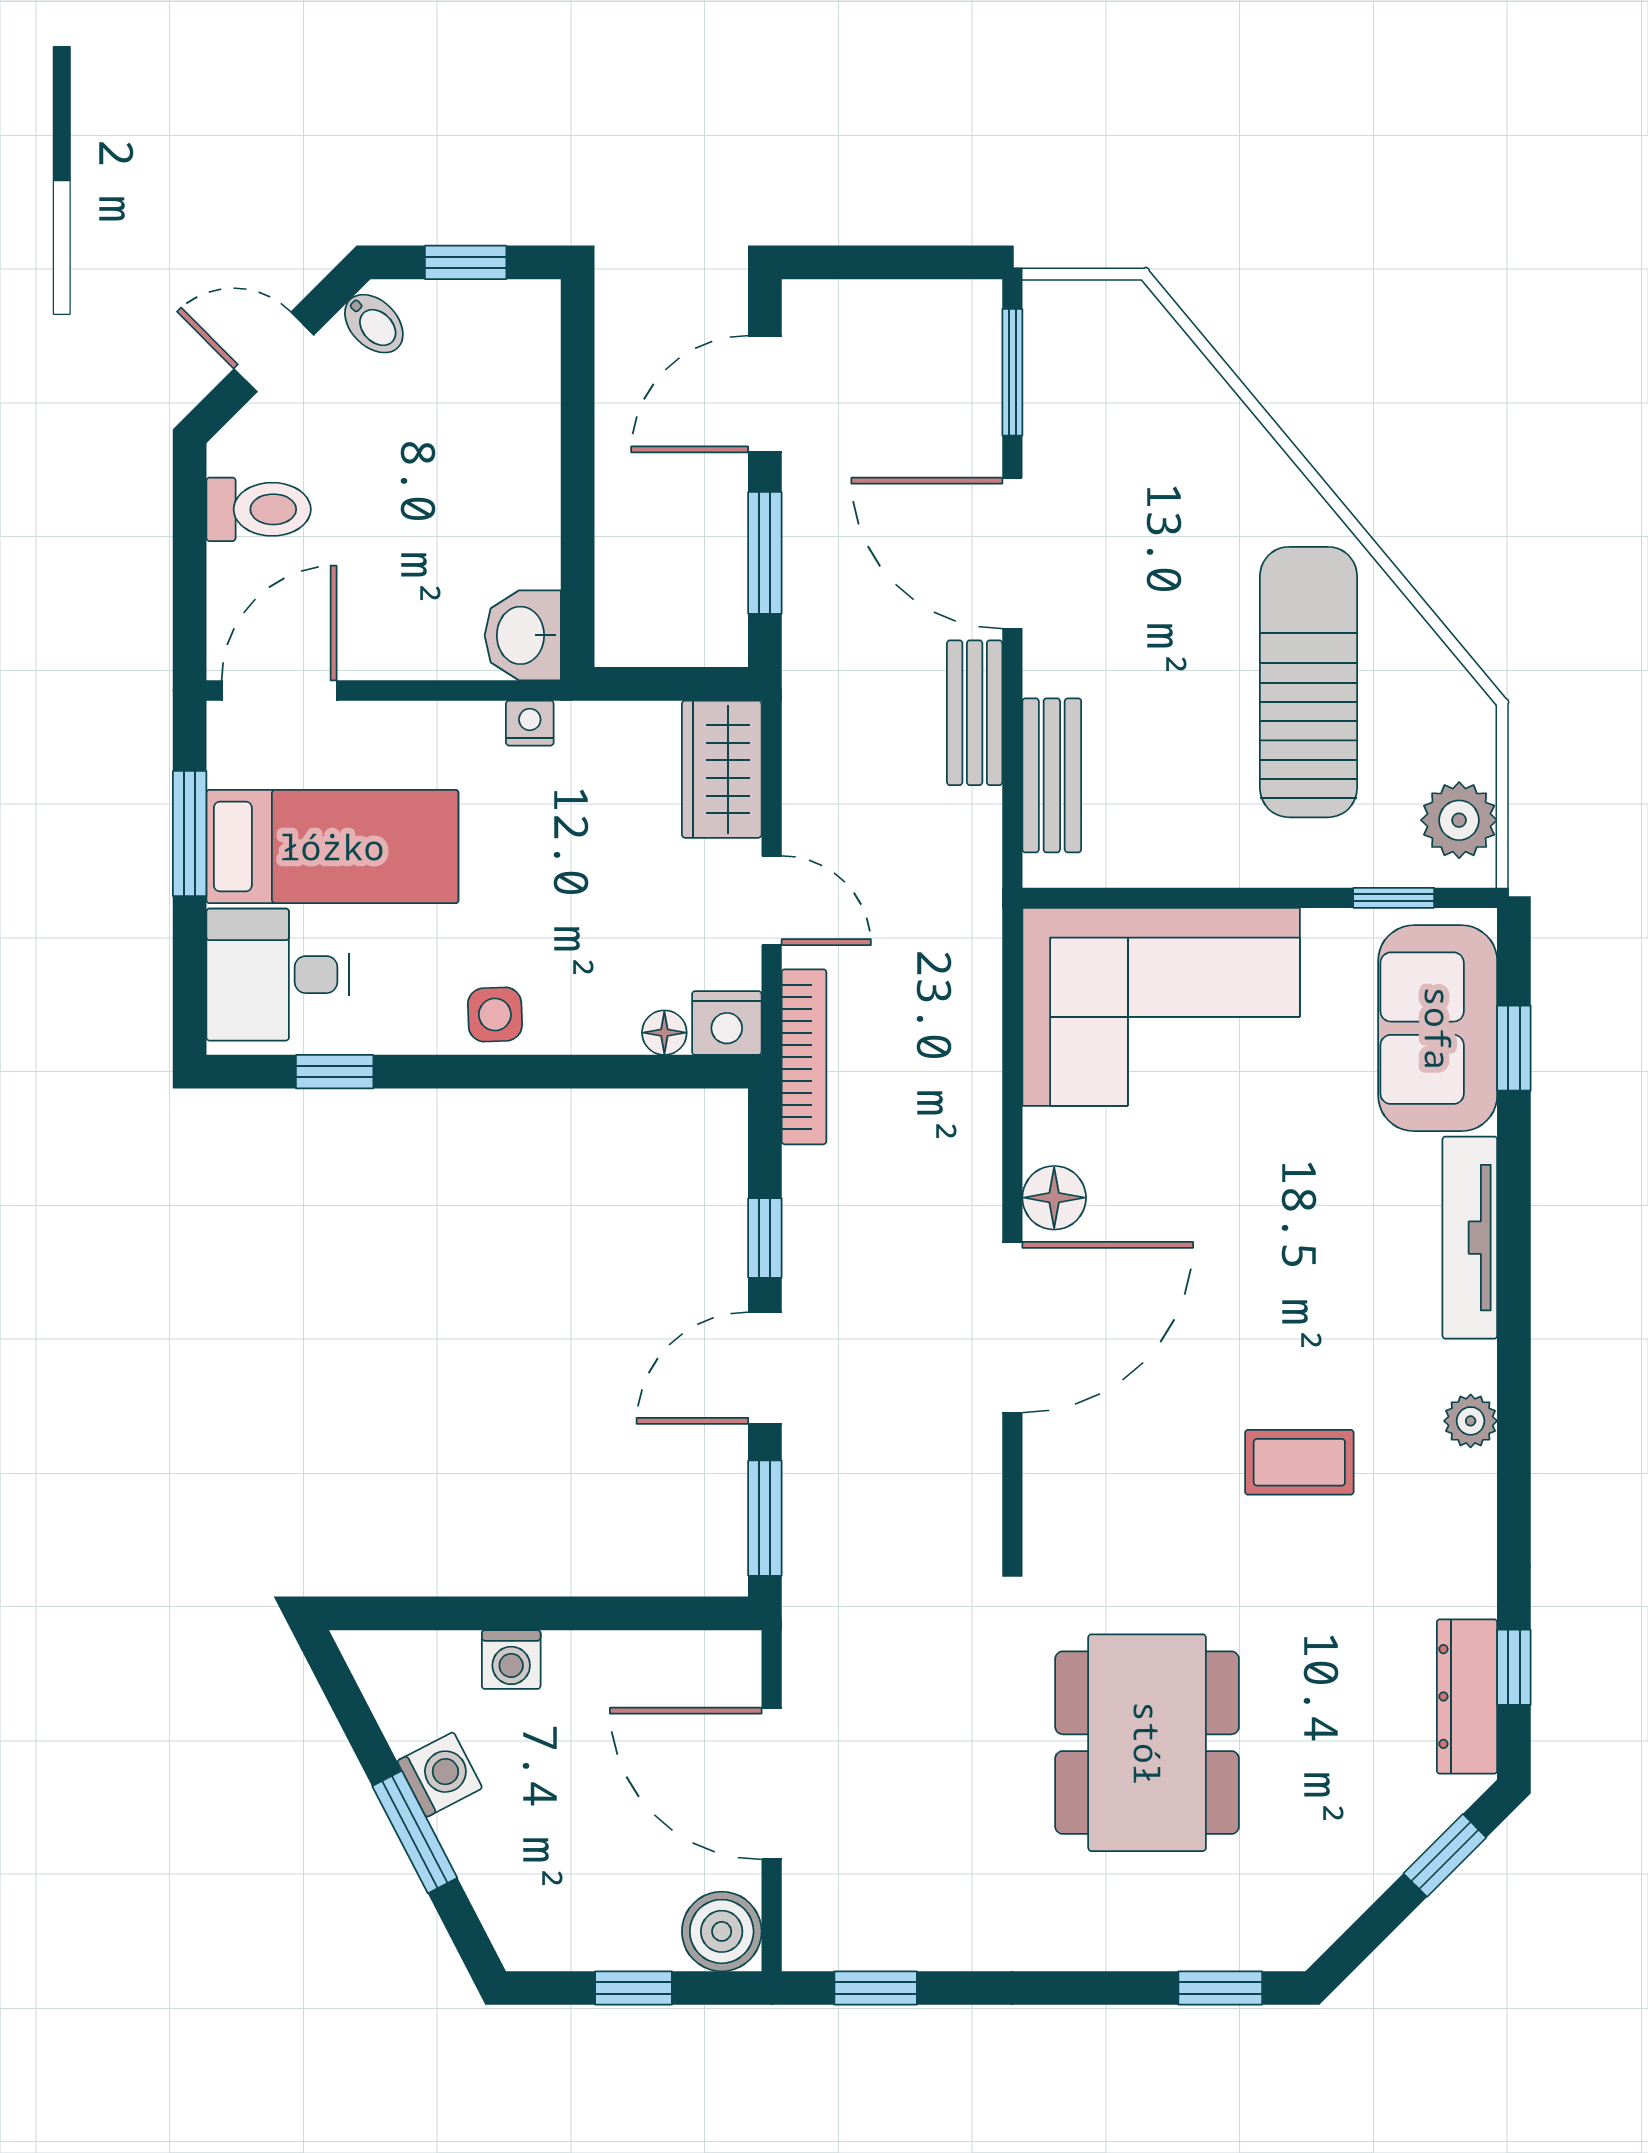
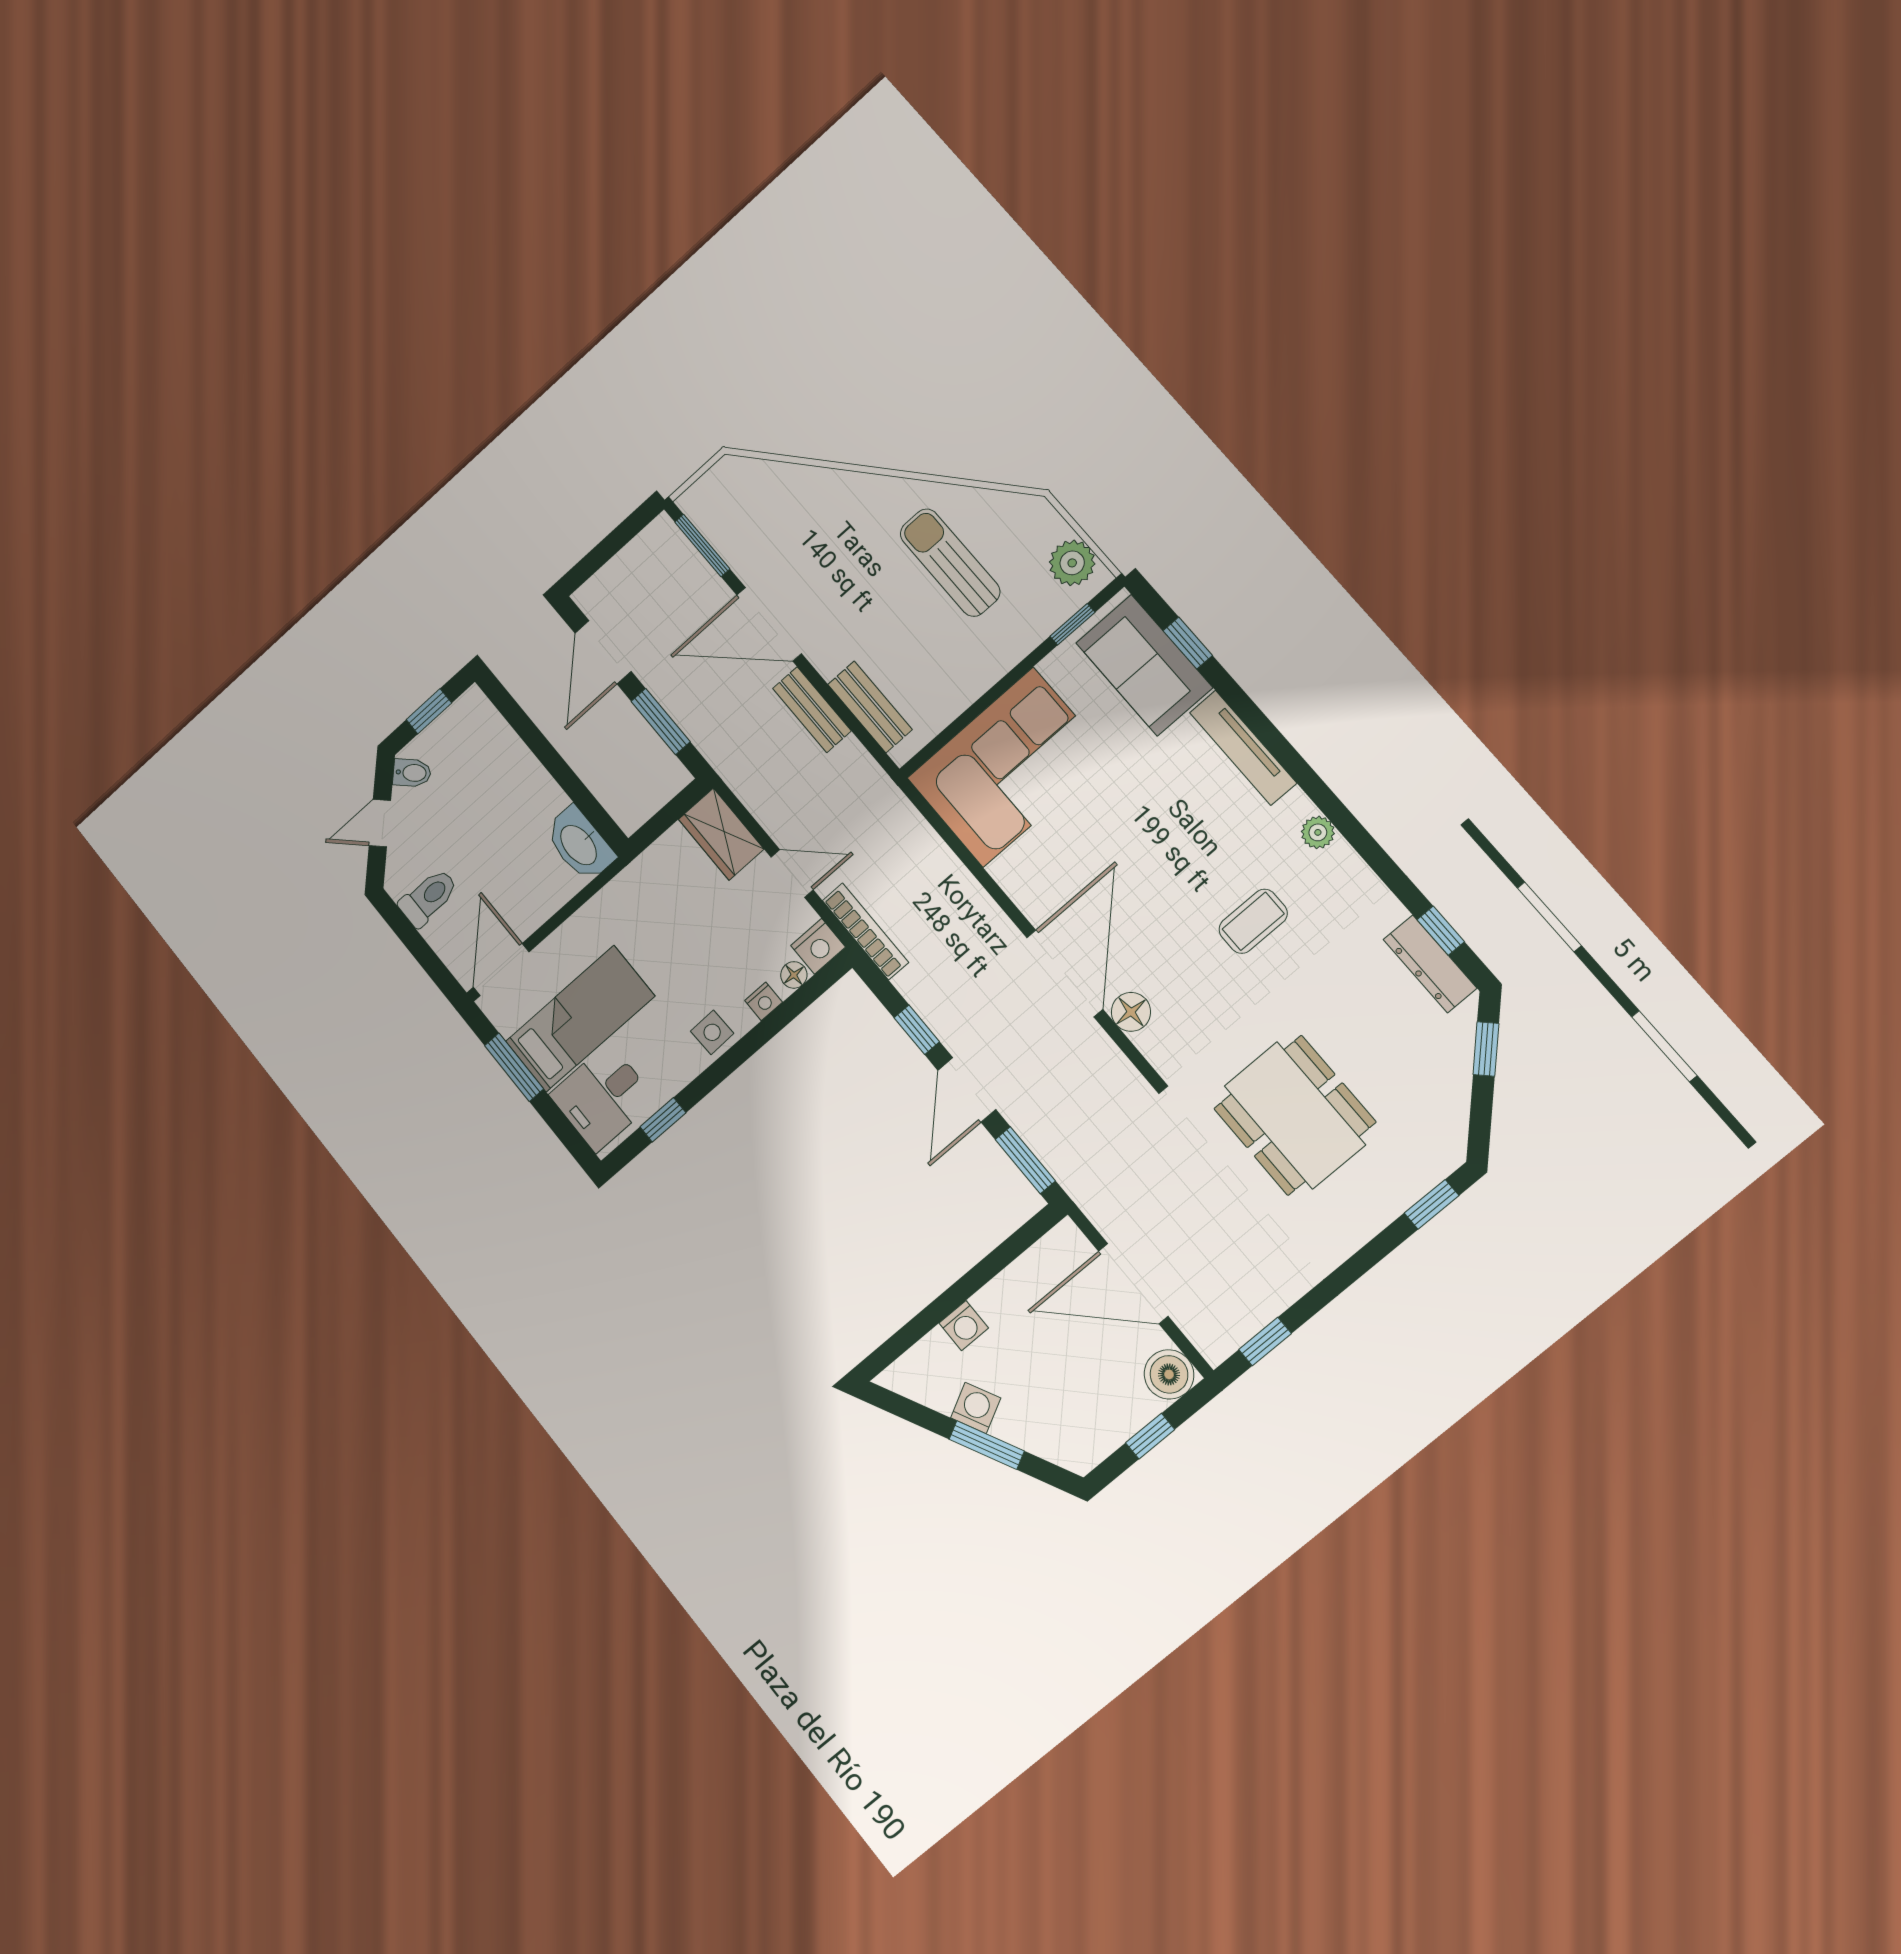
washbasin: (523, 635) -> (580, 844), width x1.38
sun lounger: (1309, 682) -> (950, 563), width x0.73, depth x0.75
nightstand: (530, 723) -> (764, 1001), moved, turned 180
floor lamp: (1054, 1198) -> (1131, 1012), moved

